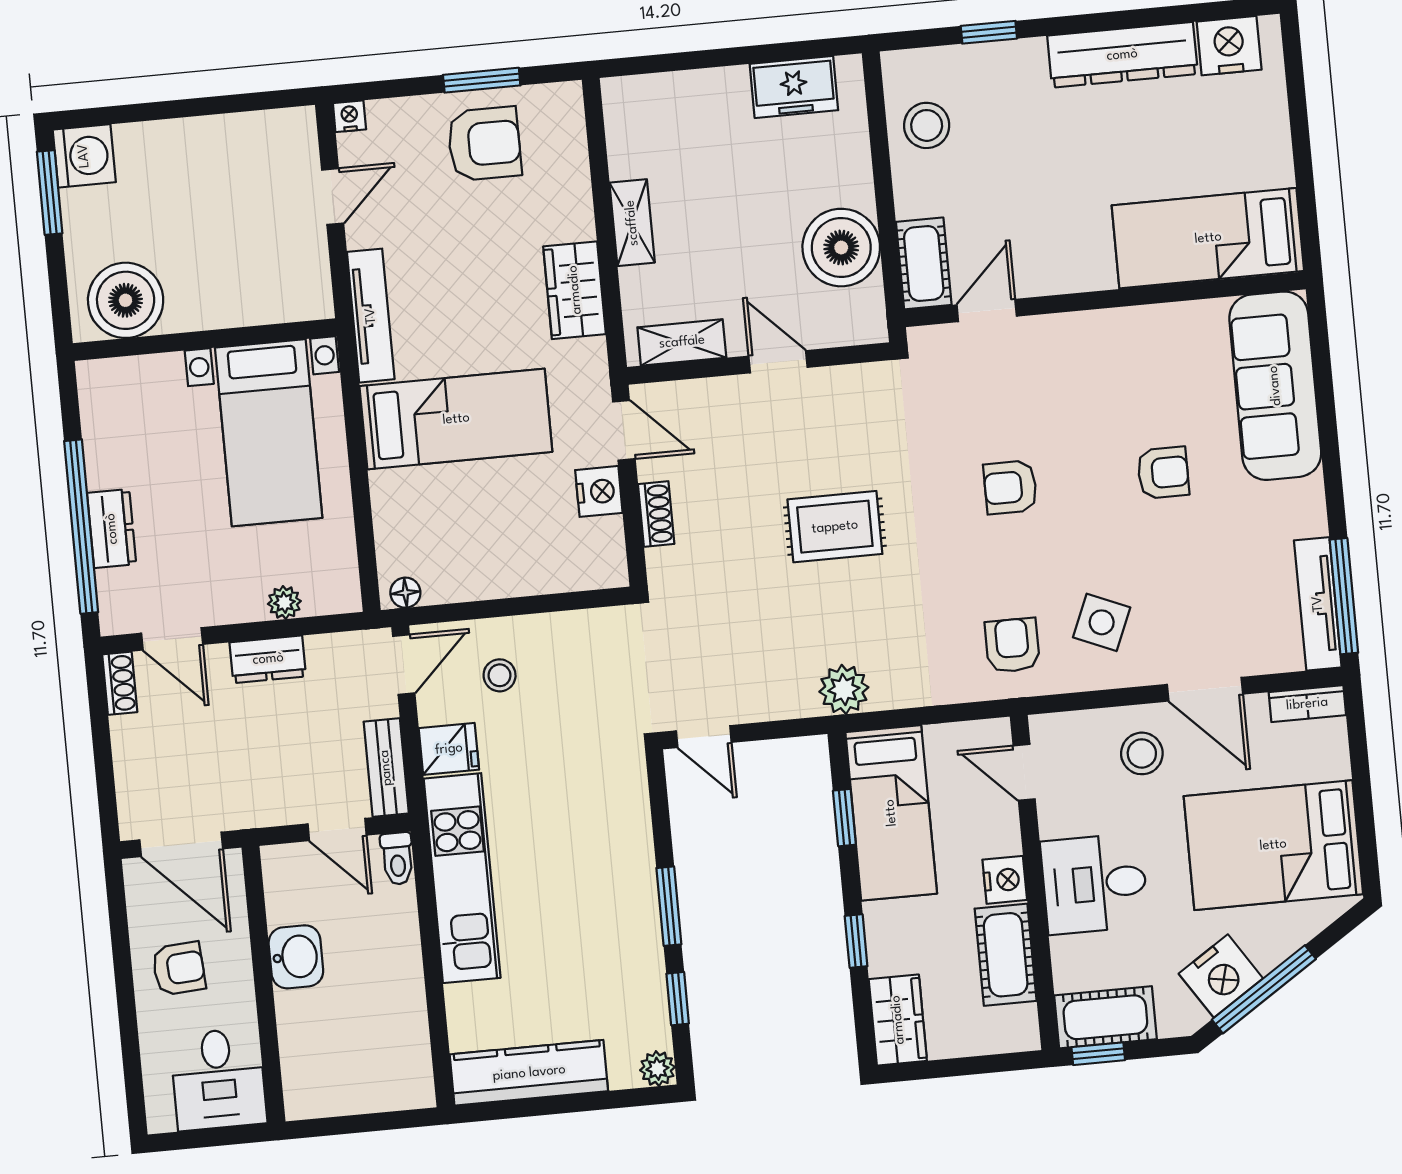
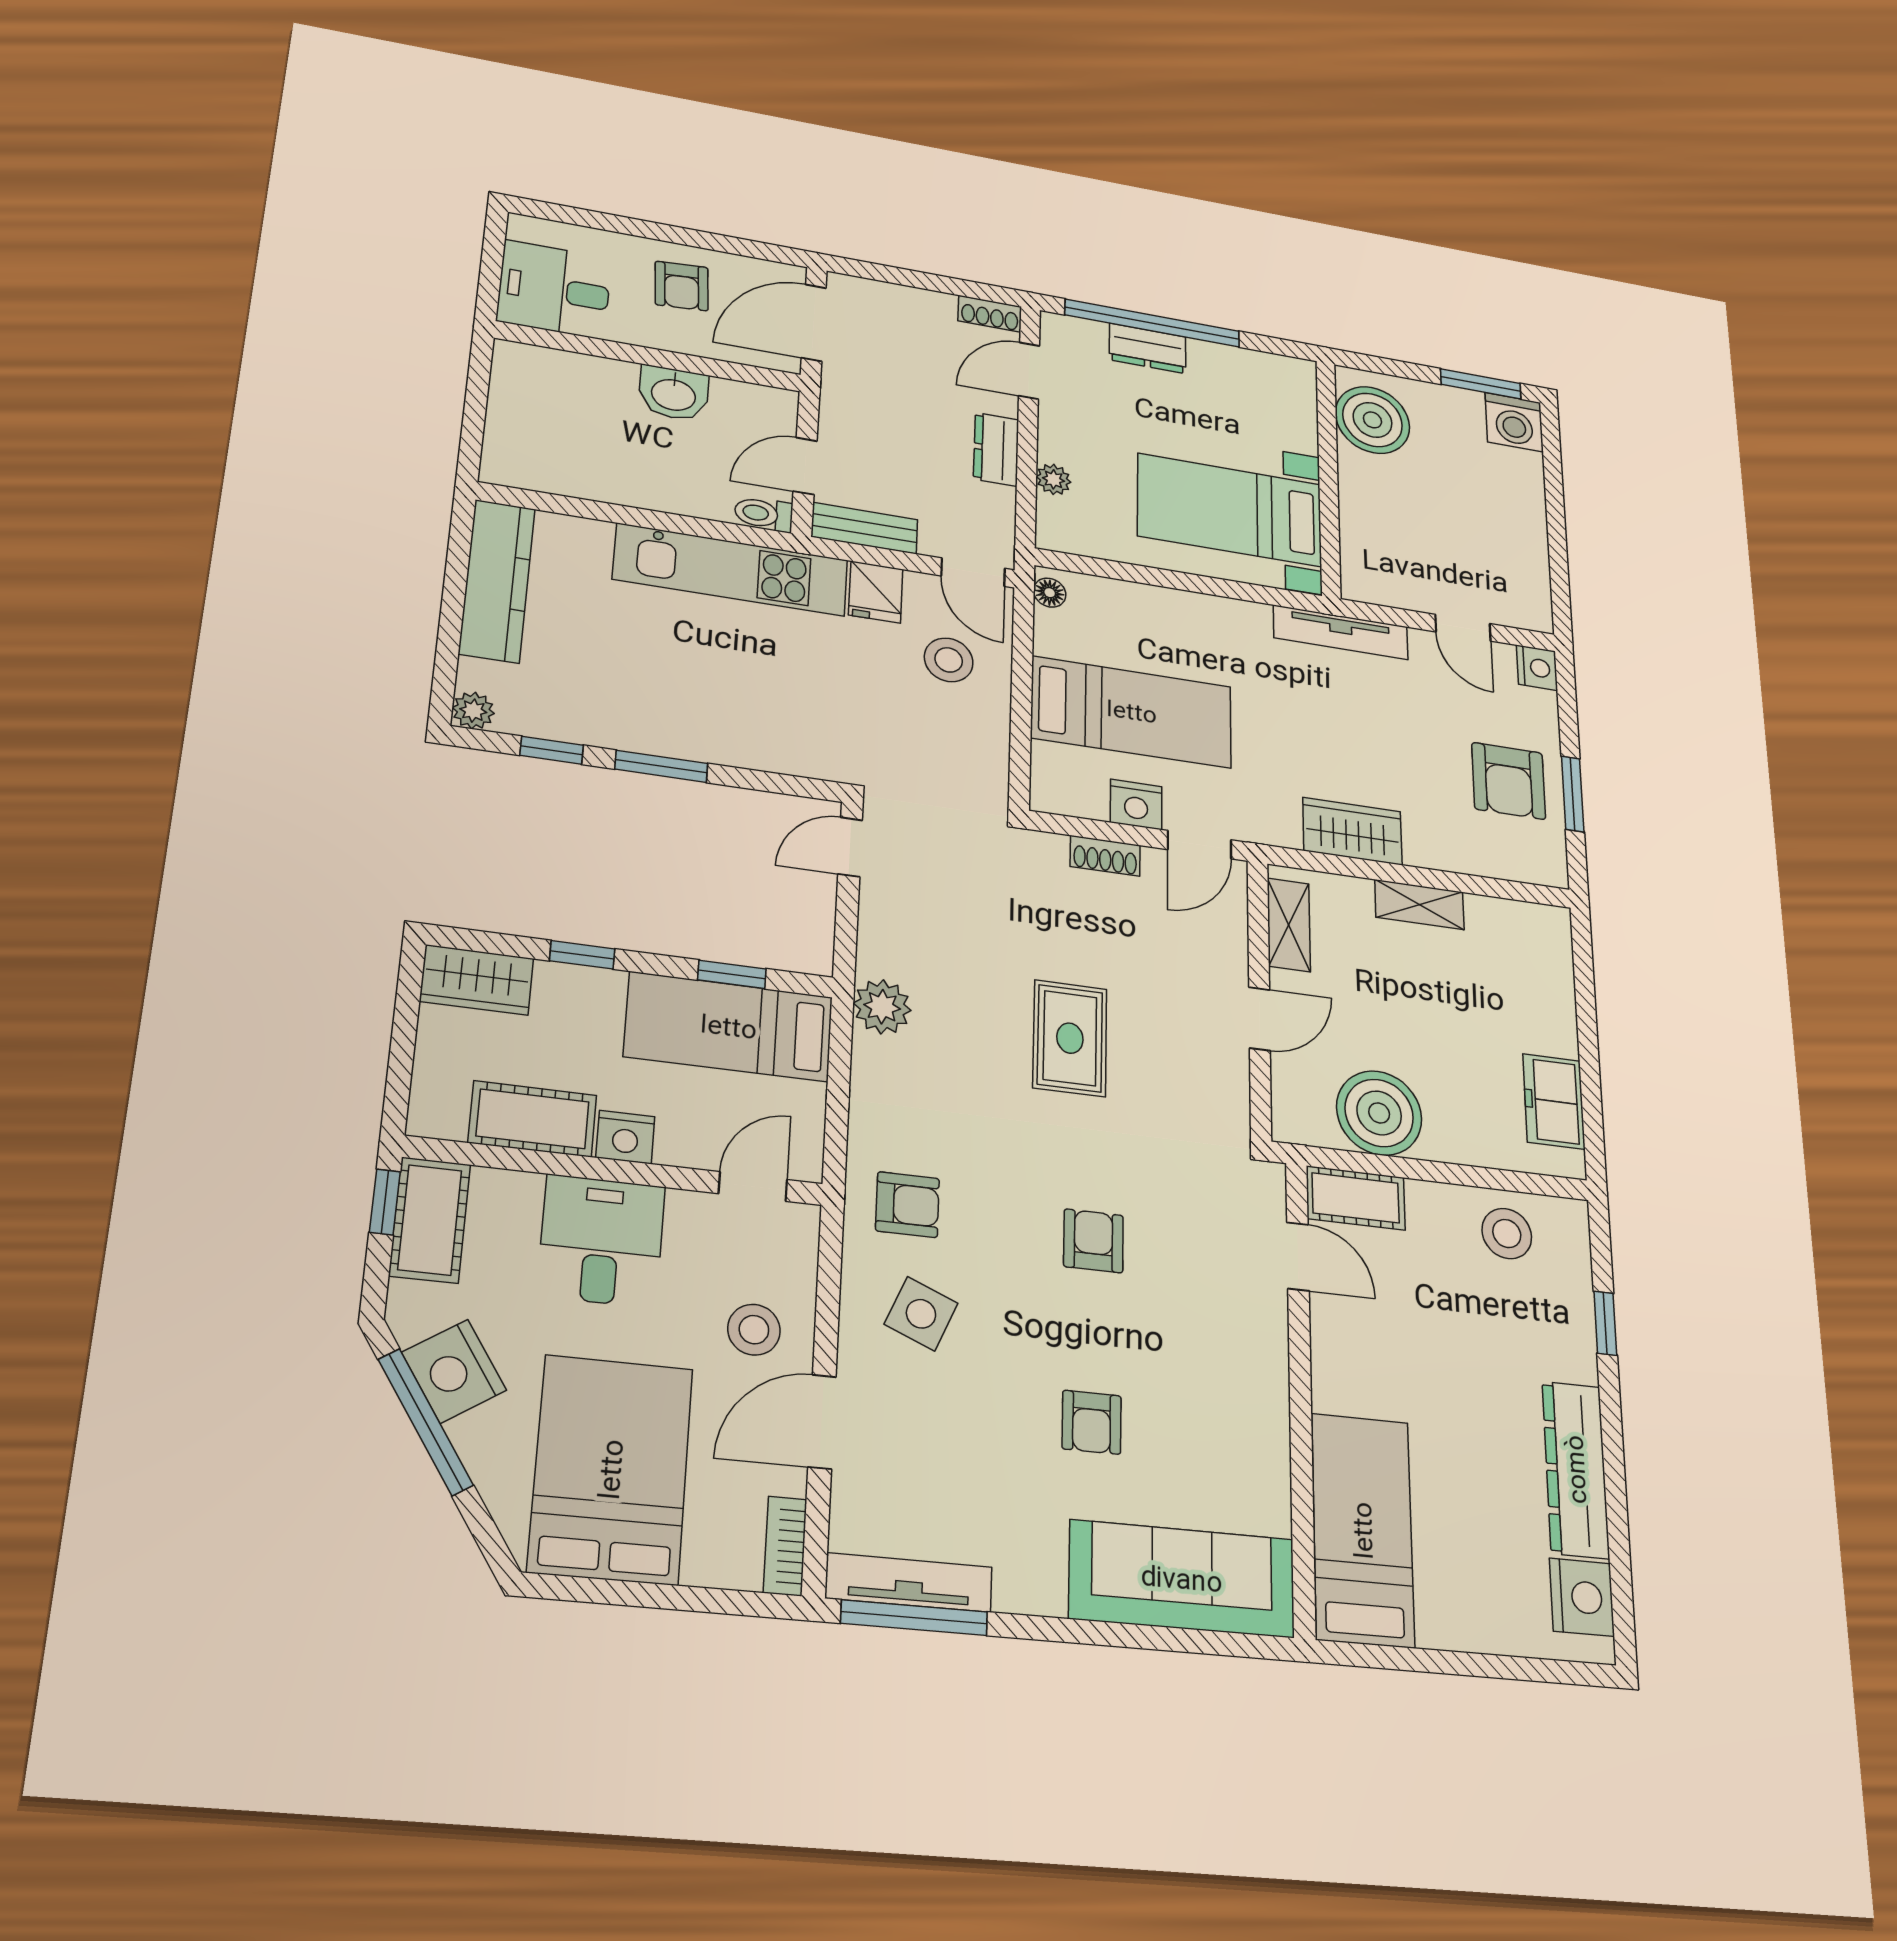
nightstand: (349, 116) -> (1537, 668), width x1.39, depth x1.35
bed: (456, 419) -> (1132, 712), moved, turned -90
stool: (500, 675) -> (949, 660), width x1.37, depth x1.37

